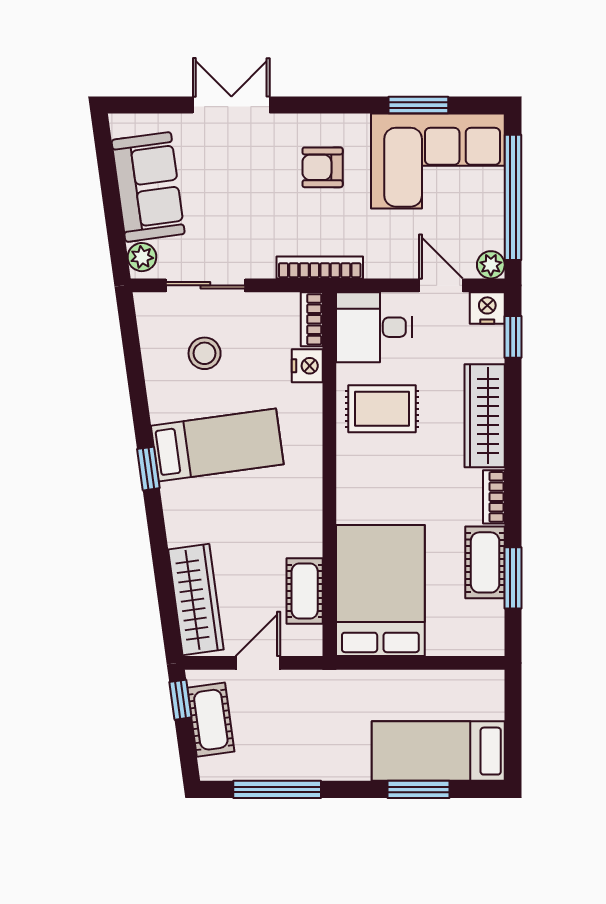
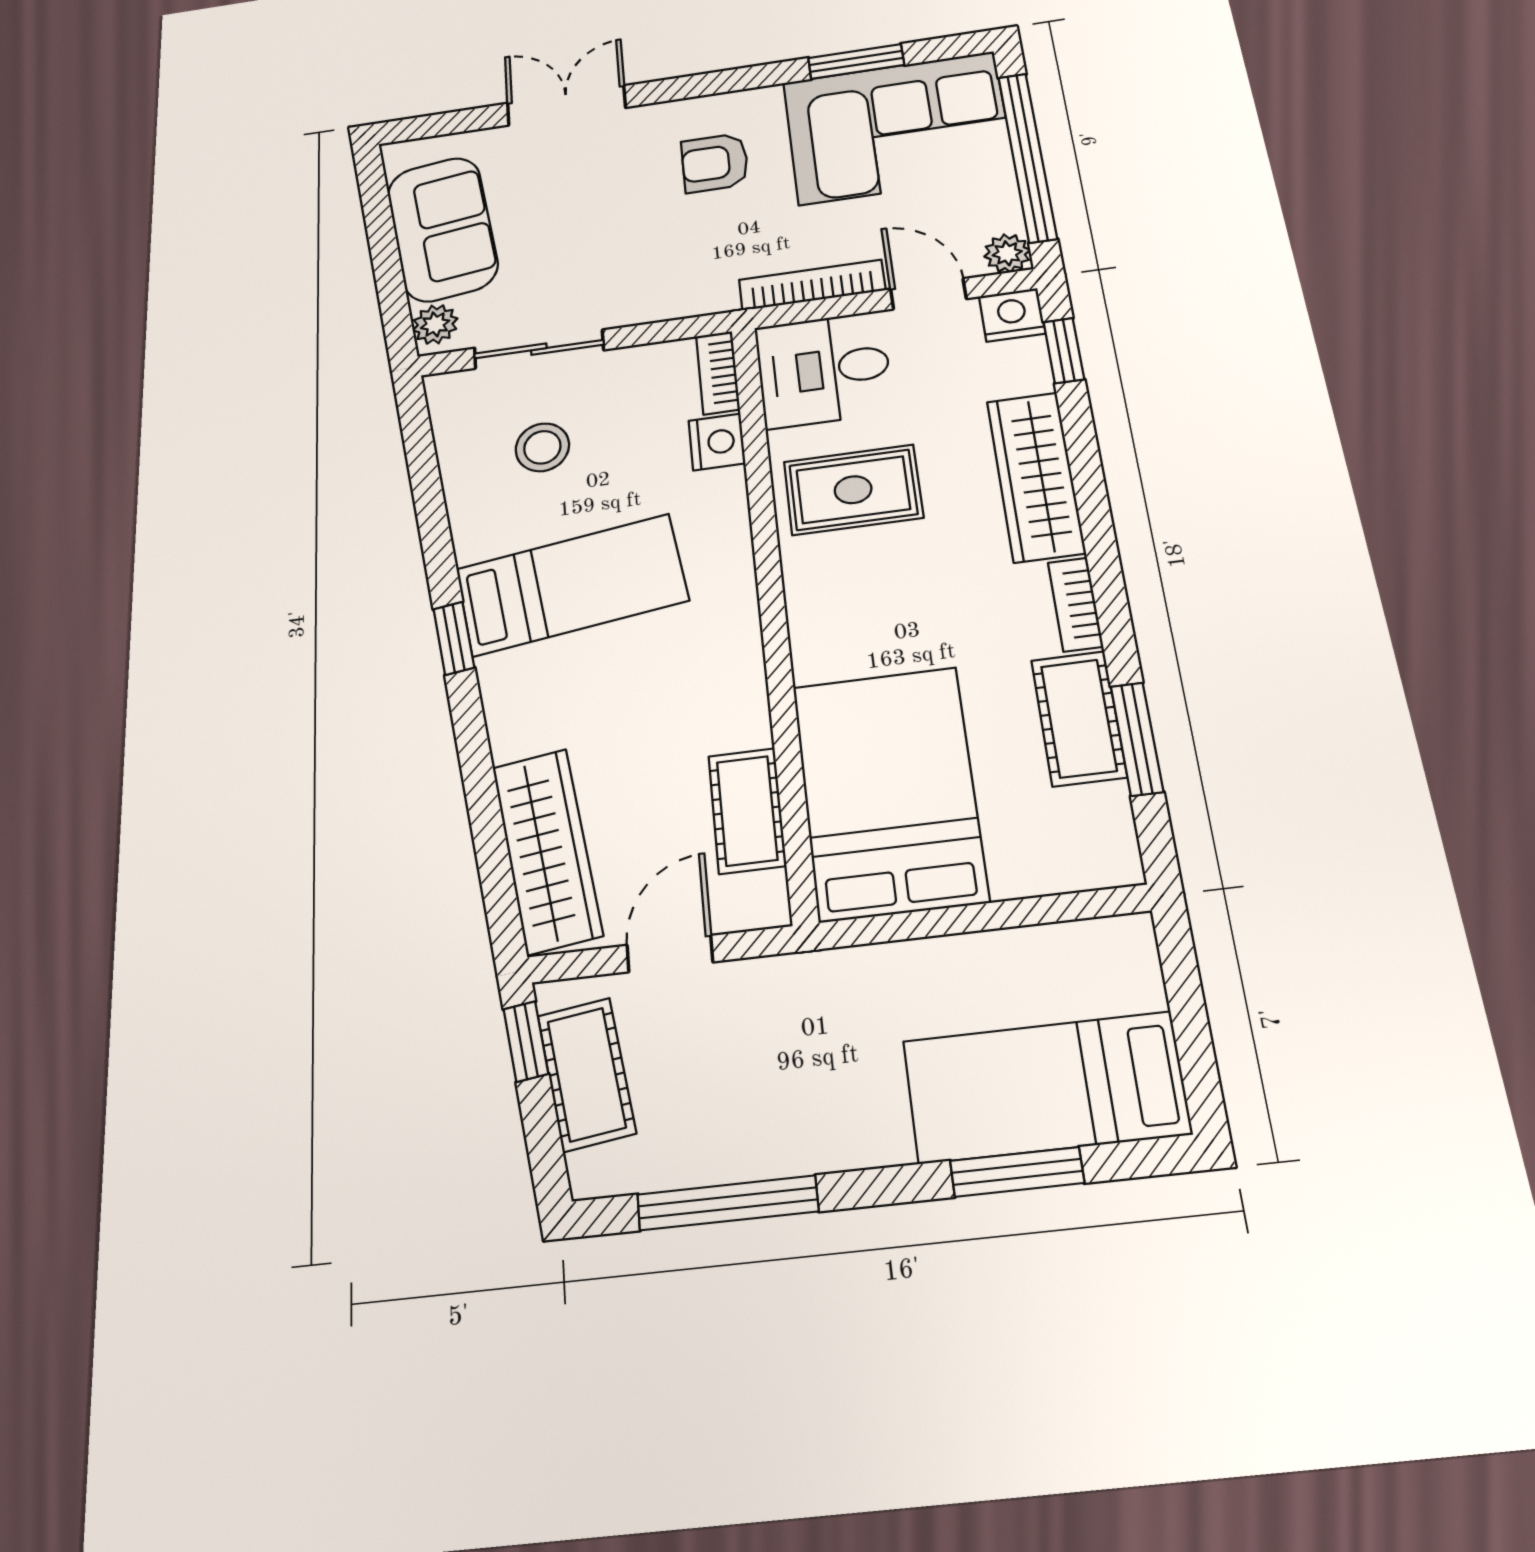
bookcase: (320, 268) -> (812, 285), moved

